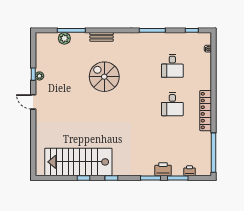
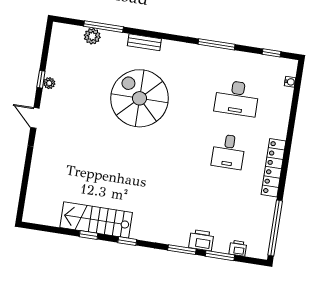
desk: (172, 66) -> (237, 98), width x1.37
spiral stairs: (104, 77) -> (140, 98), width x1.37, depth x1.37
stairs: (78, 162) -> (96, 220), width x0.73, depth x0.66

